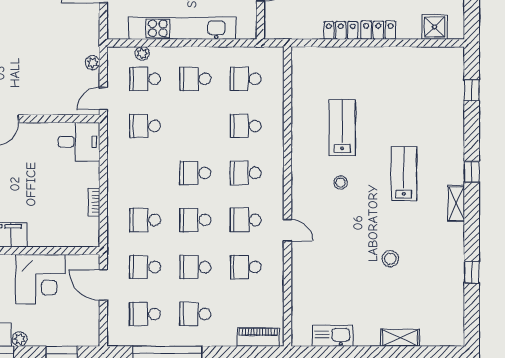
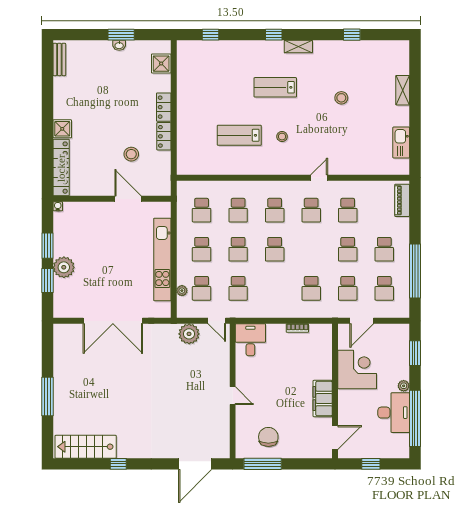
plant: (93, 63) -> (189, 334), width x1.88, depth x1.88
school desk: (195, 220) -> (238, 249), moved

